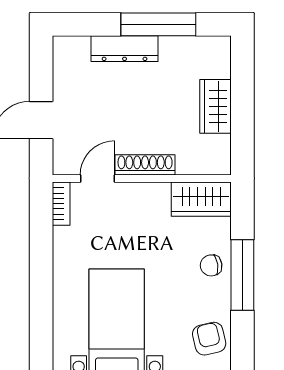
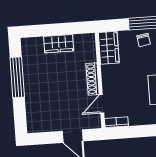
dresser: (125, 49) -> (31, 94), removed
door: (97, 178) -> (102, 104), hinge flipped

